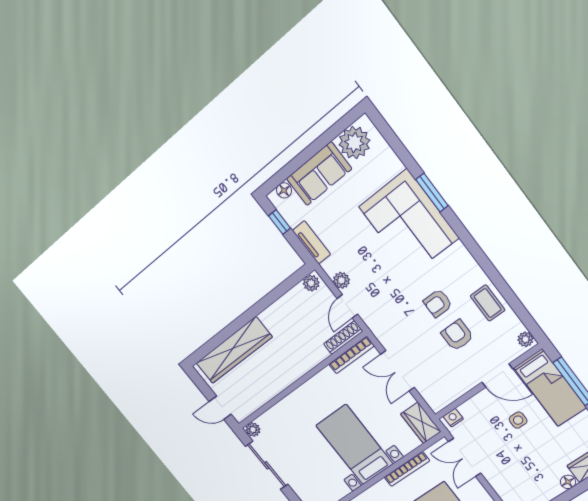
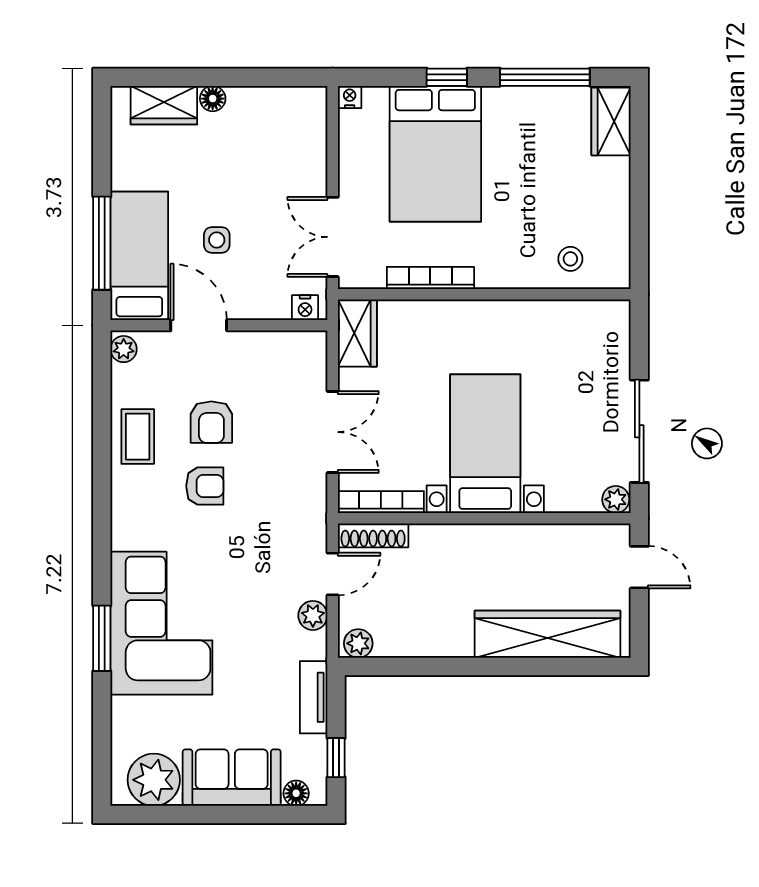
bed with nightstands: (355, 445) -> (485, 444), moved, turned 180
double door: (465, 457) -> (333, 237), swing flipped

